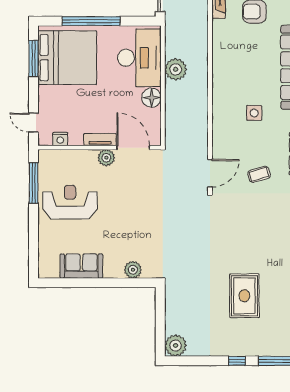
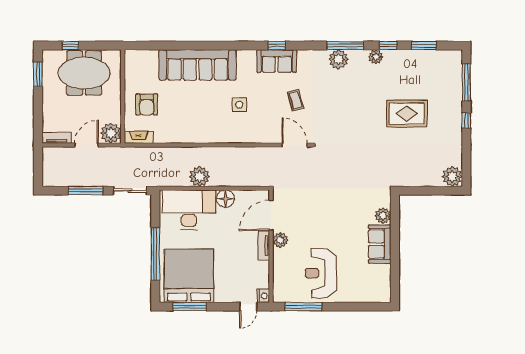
nightstand: (60, 139) -> (263, 296), moved
sofa: (81, 266) -> (380, 244), moved

